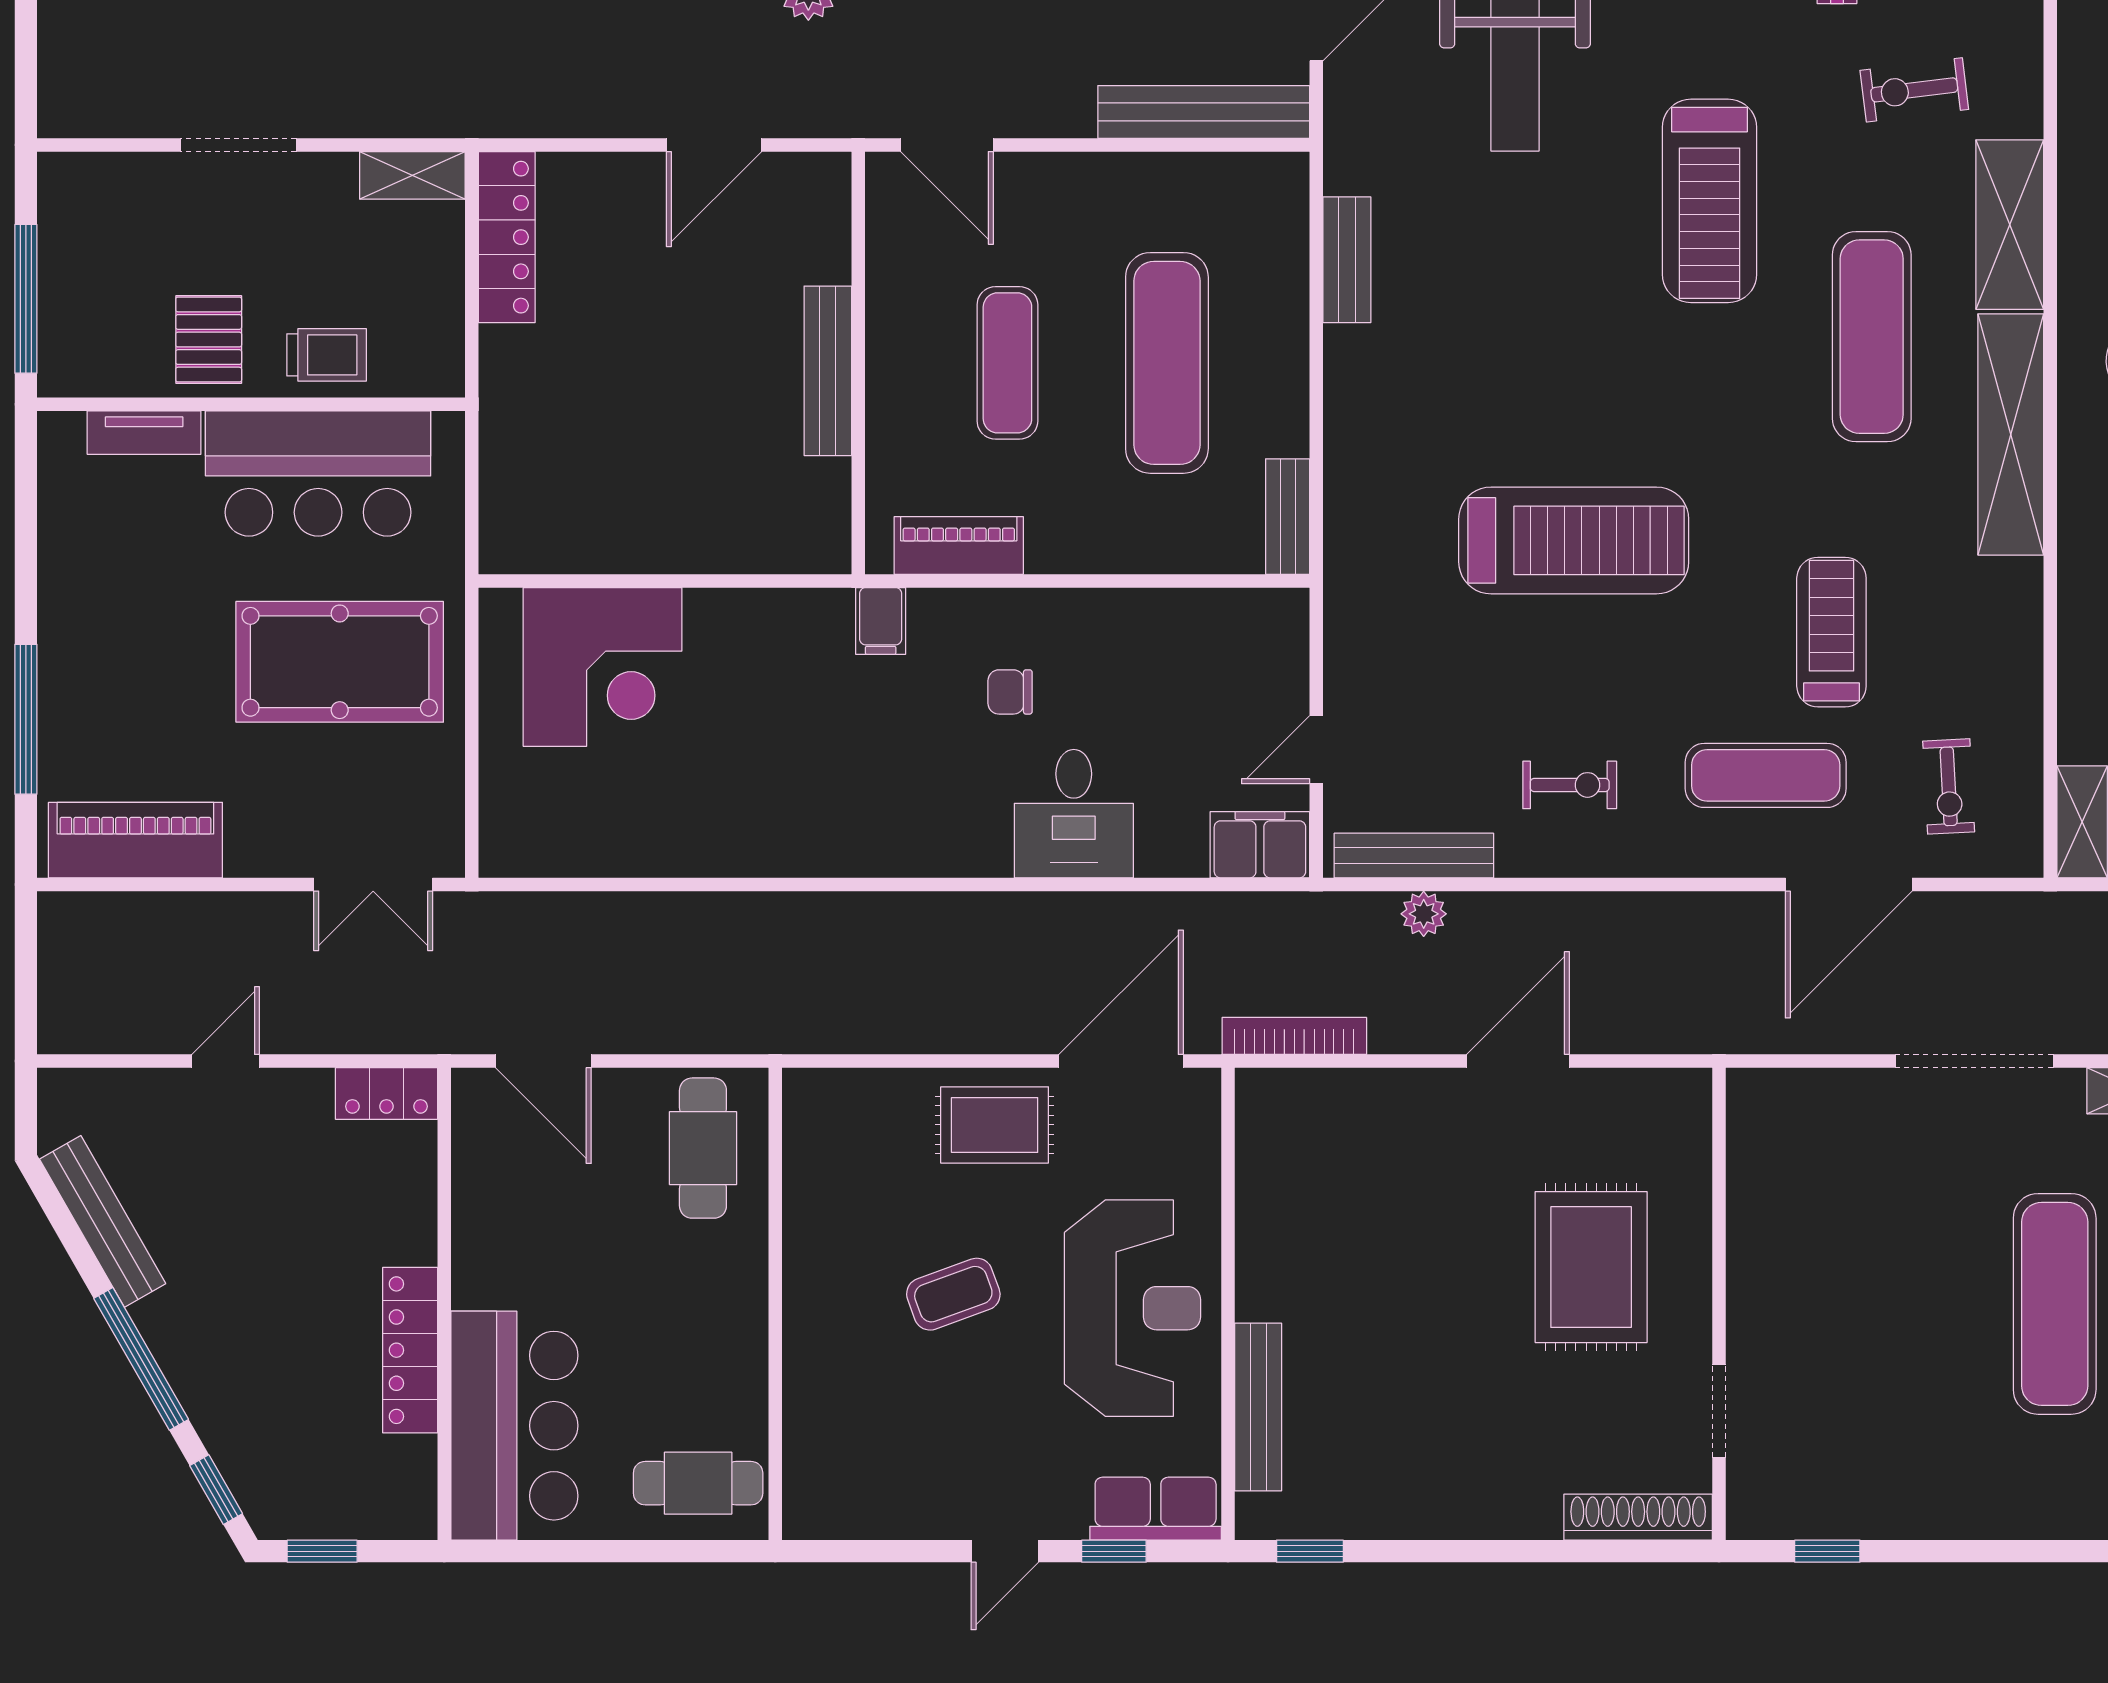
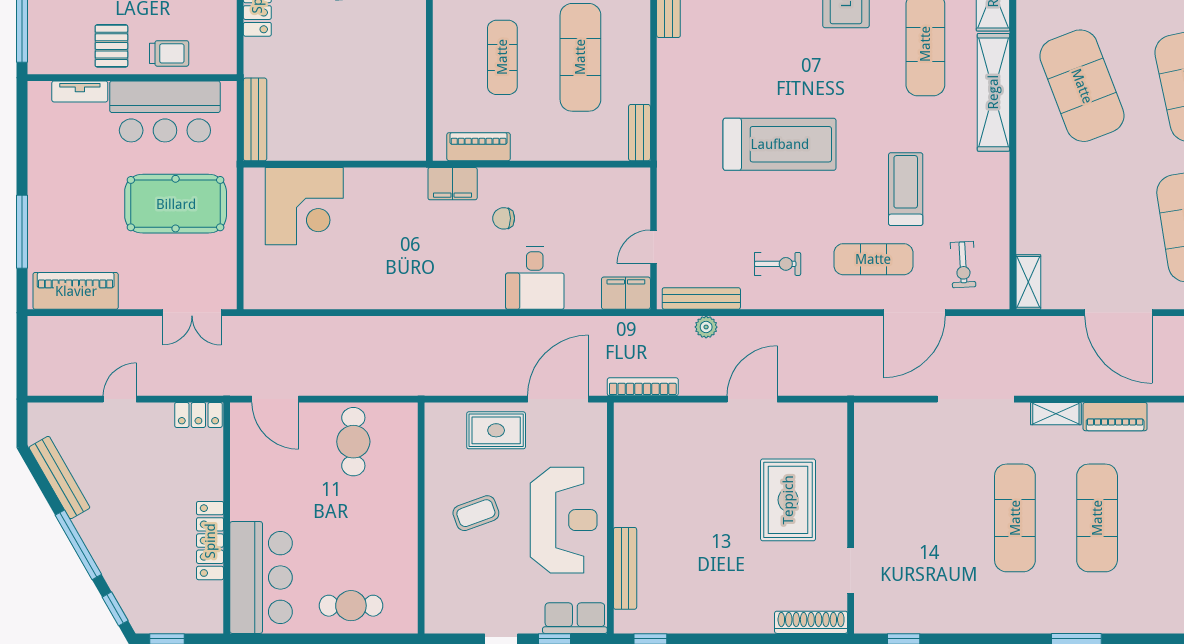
bench: (828, 371) -> (255, 119), moved
filing cabinet: (881, 621) -> (453, 184), width x2.00
wall: (775, 1304) -> (421, 518), moved

